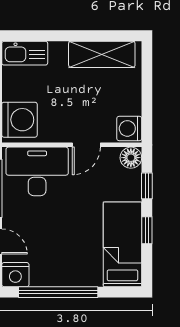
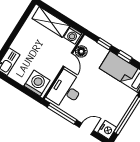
shelving: (102, 54) -> (51, 22), moved, turned 90
floor lamp: (131, 158) -> (81, 51), moved

